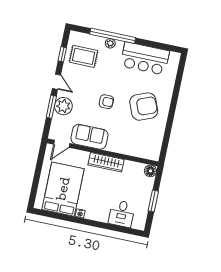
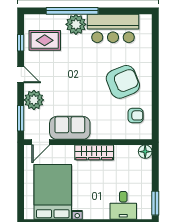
plant: (110, 43) -> (76, 24), width x1.88, depth x1.88
armchair: (106, 102) -> (136, 115), moved
window: (51, 107) -> (21, 118), moved
window: (153, 201) -> (155, 203), moved

